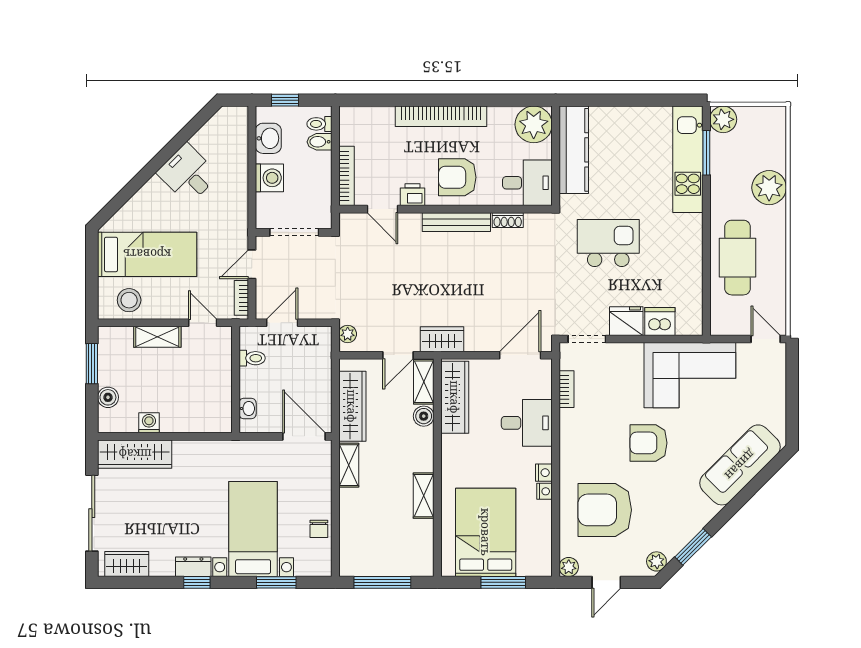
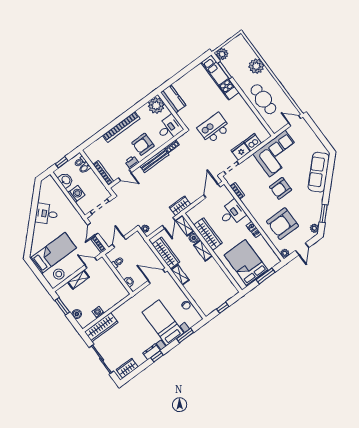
kitchen counter: (574, 150) -> (173, 99), width x0.67
wardrobe: (455, 397) -> (208, 234), moved
shelving: (424, 496) -> (203, 250), moved
window: (382, 582) -> (223, 308), width x0.46

